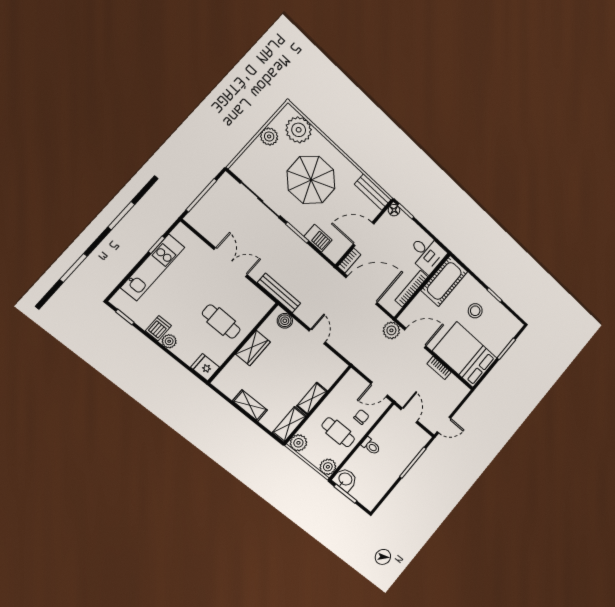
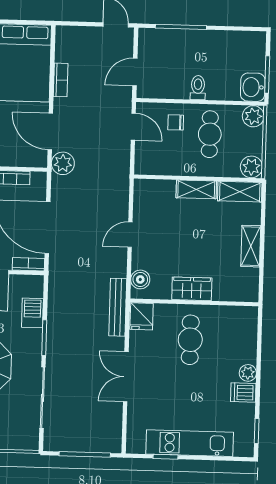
fridge: (205, 367) -> (142, 316), moved

